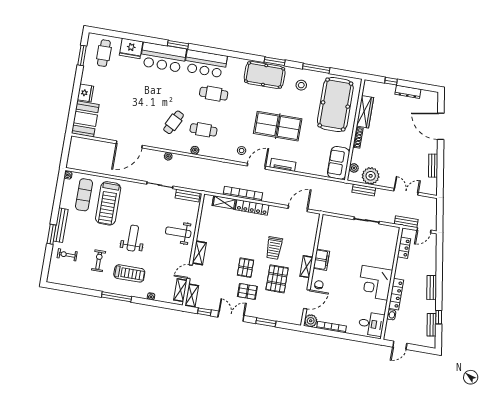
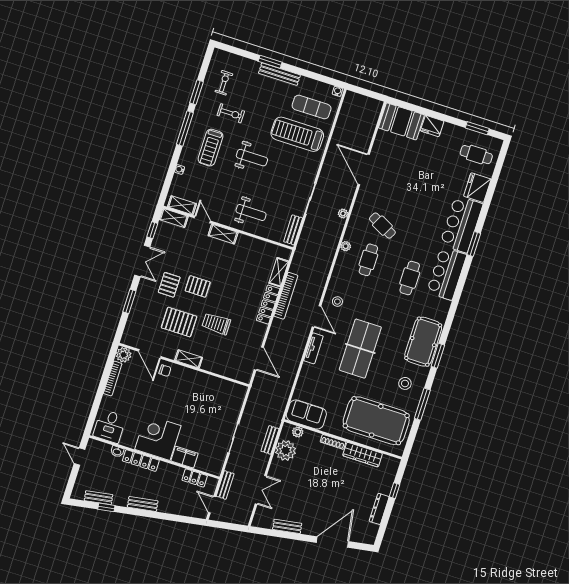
weight bench: (178, 232) -> (251, 213), turned 90
exercise bike: (67, 255) -> (224, 83), moved
filing cabinet: (321, 260) -> (185, 457), moved, turned 180
window: (85, 291) -> (197, 92), added

